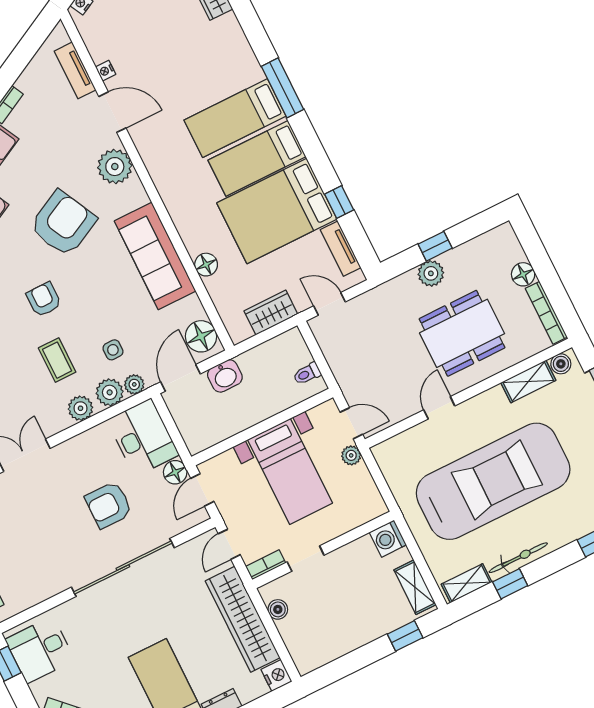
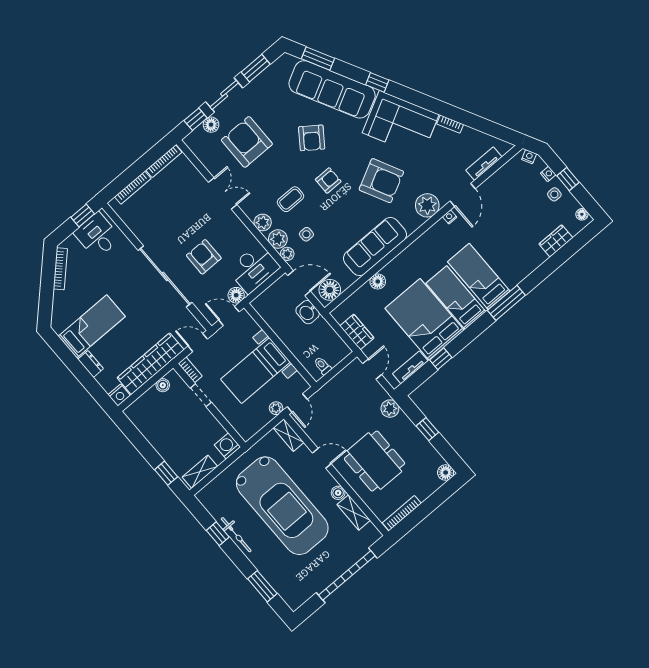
nightstand: (106, 71) -> (450, 217), moved
plant: (431, 273) -> (390, 409), moved
floor lamp: (523, 274) -> (446, 473), moved
boiler: (561, 364) -> (338, 493), moved
shelving: (467, 583) -> (289, 435), moved

